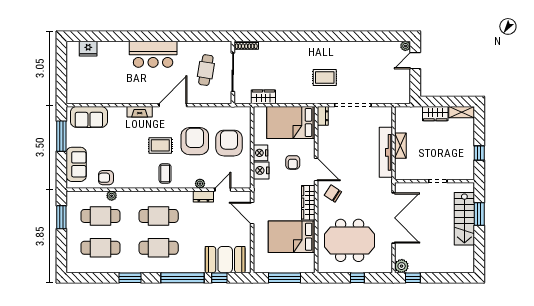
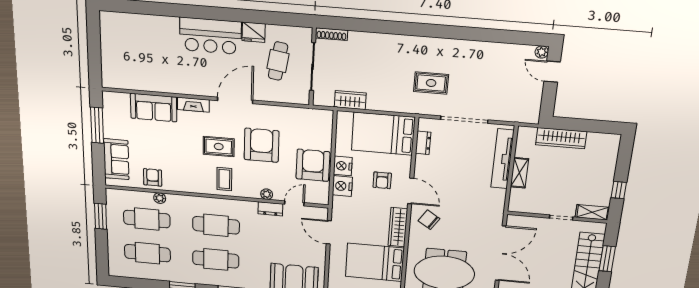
fridge: (88, 49) -> (254, 32), moved
door: (415, 61) -> (552, 72), hinge flipped
shelving: (462, 112) -> (592, 212), moved
wardrobe: (435, 114) -> (561, 138), width x1.50
dresser: (323, 116) -> (423, 143), moved
sofa: (89, 117) -> (154, 108), moved
armchair: (229, 143) -> (313, 165), moved
tv unit: (386, 152) -> (502, 159), moved
armchair: (106, 178) -> (153, 177), turned 90

